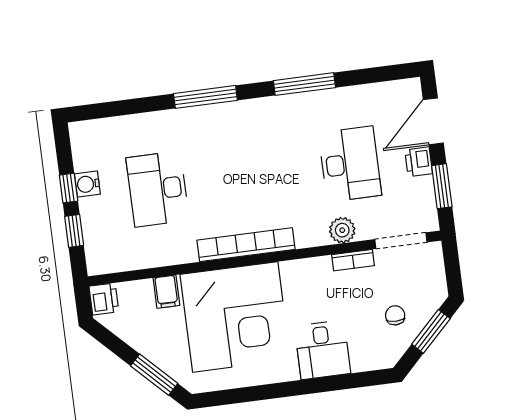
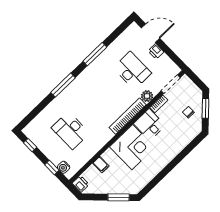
door: (433, 121) -> (150, 33), swing flipped
water cooler: (87, 184) -> (64, 167), moved
window: (442, 186) -> (171, 54), removed
window: (69, 188) -> (30, 145), moved
bookcase: (246, 245) -> (128, 116), moved
corner desk: (235, 317) -> (132, 147), width x0.74, depth x0.74
desk: (322, 350) -> (150, 125), moved, turned 180

